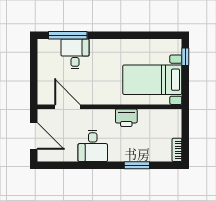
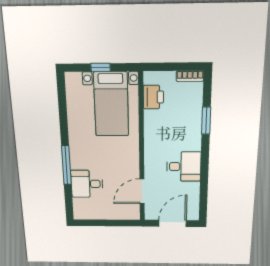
window: (68, 35) -> (66, 165), moved
window: (185, 57) -> (101, 67), moved
printer: (126, 118) -> (153, 97), moved

